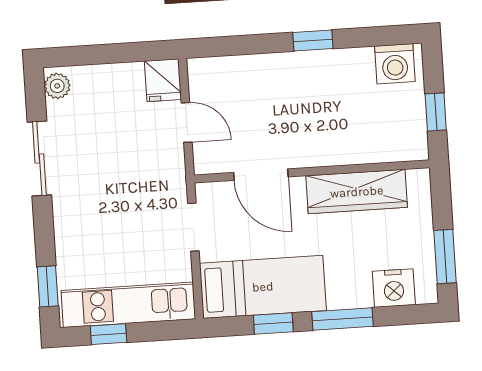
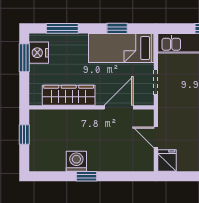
washing machine: (395, 64) -> (76, 161), moved
door: (261, 175) -> (119, 107), hinge flipped
nightstand: (394, 288) -> (39, 53), moved, turned -90
window: (342, 319) -> (62, 28), moved

